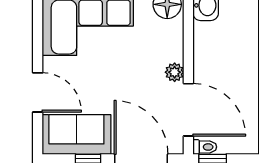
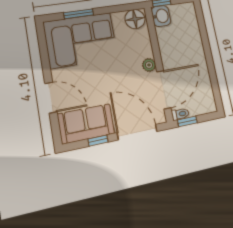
door: (188, 110) -> (164, 90), hinge flipped

